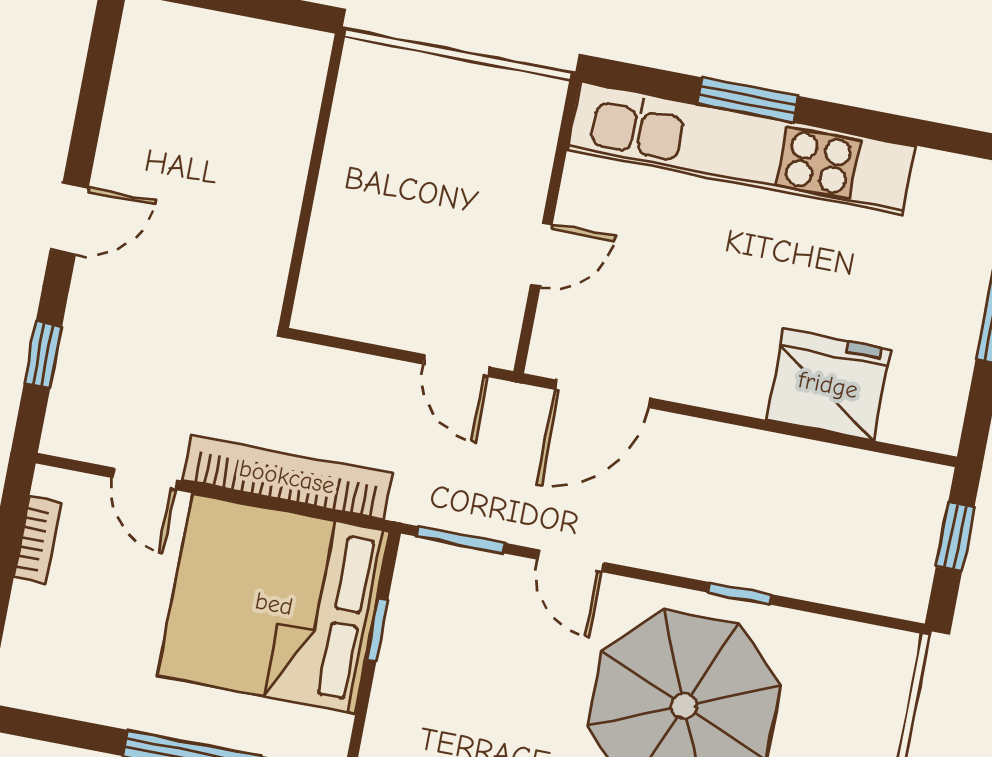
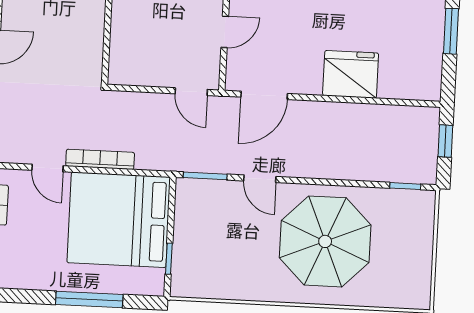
fridge: (828, 385) -> (351, 74), moved
bookcase: (287, 477) -> (100, 159), width x0.68, depth x0.76
window: (740, 593) -> (405, 186), moved
window: (377, 629) -> (169, 259), moved

